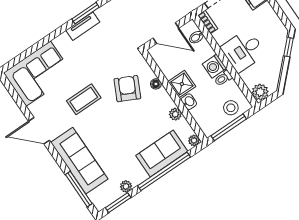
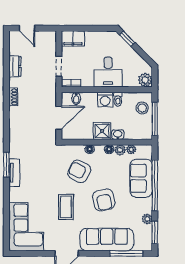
floor lamp: (169, 103) -> (109, 149), added
armchair: (116, 131) -> (104, 200), added
plant: (194, 140) -> (131, 149), moved

